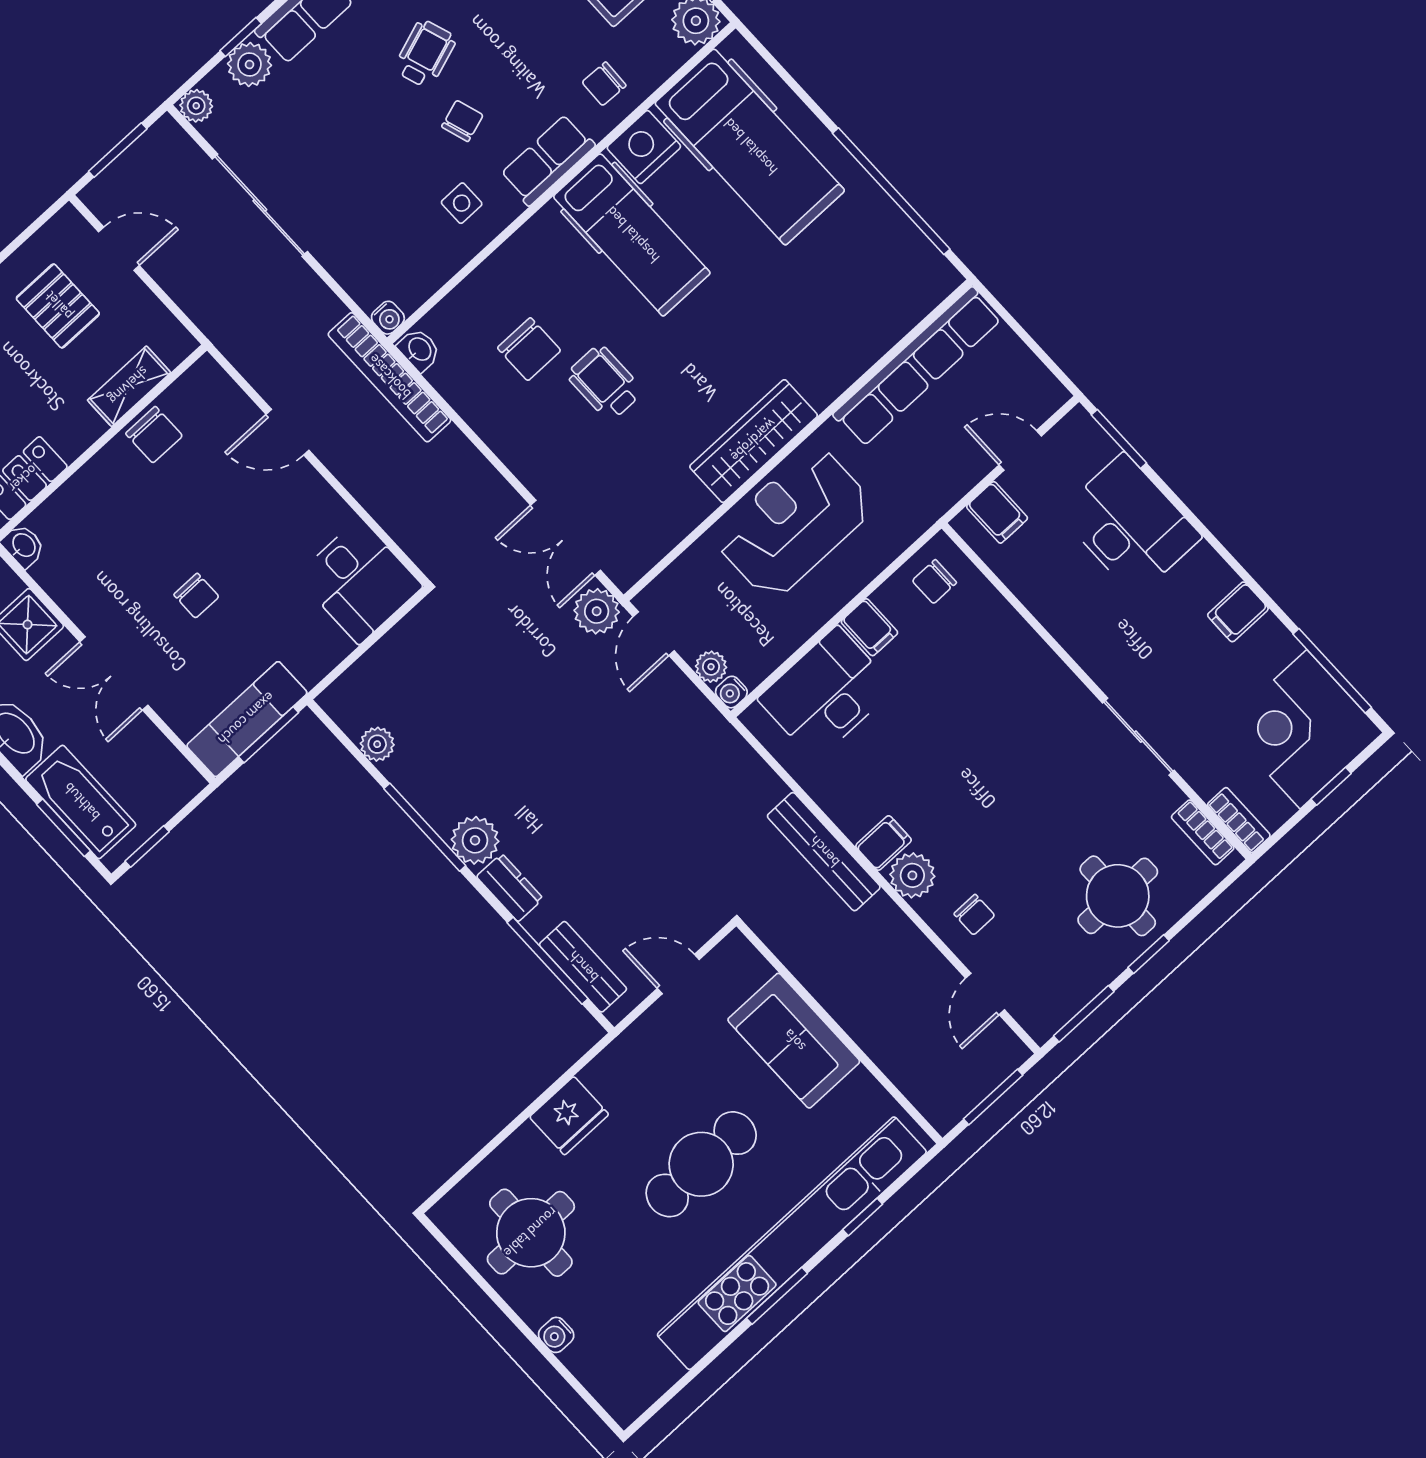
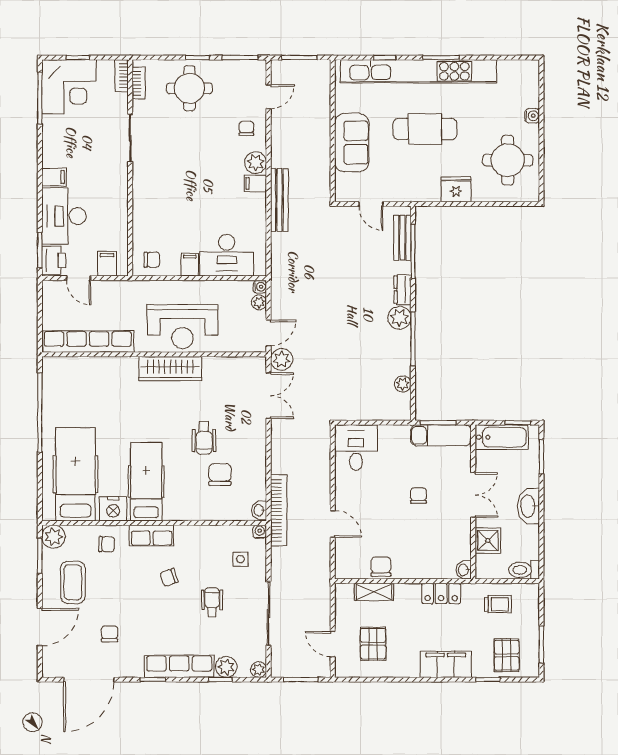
wheelchair: (425, 54) -> (212, 602), moved, turned 109
side table: (462, 203) -> (240, 559), moved
printer: (1083, 443) -> (54, 260), added
filing cabinet: (1238, 612) -> (54, 177), moved
bathtub: (81, 802) -> (502, 437), moved, turned -90

